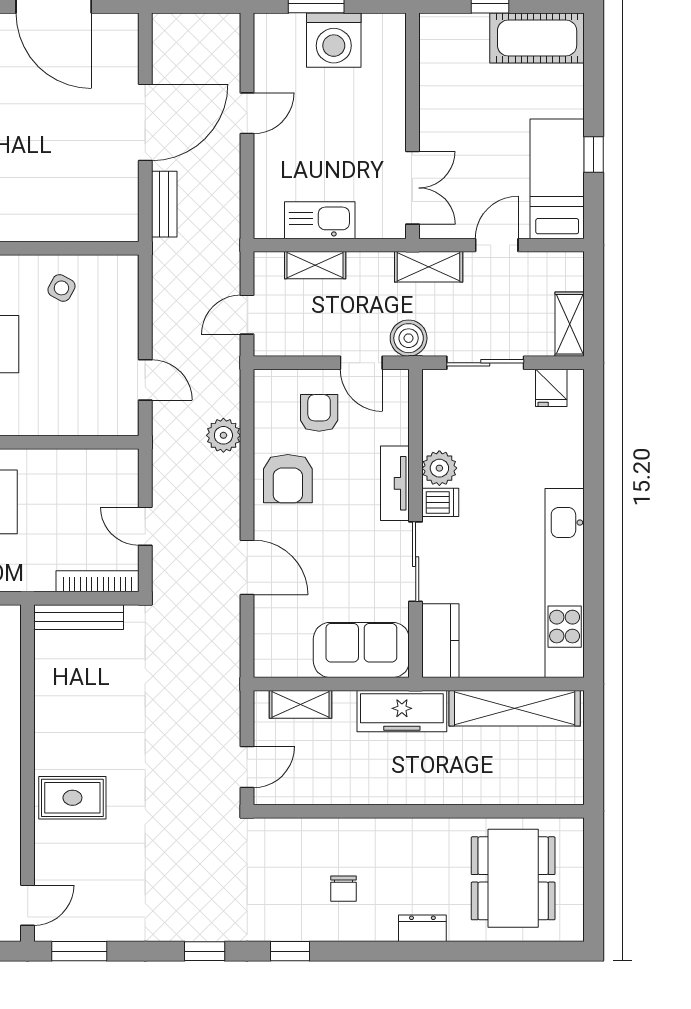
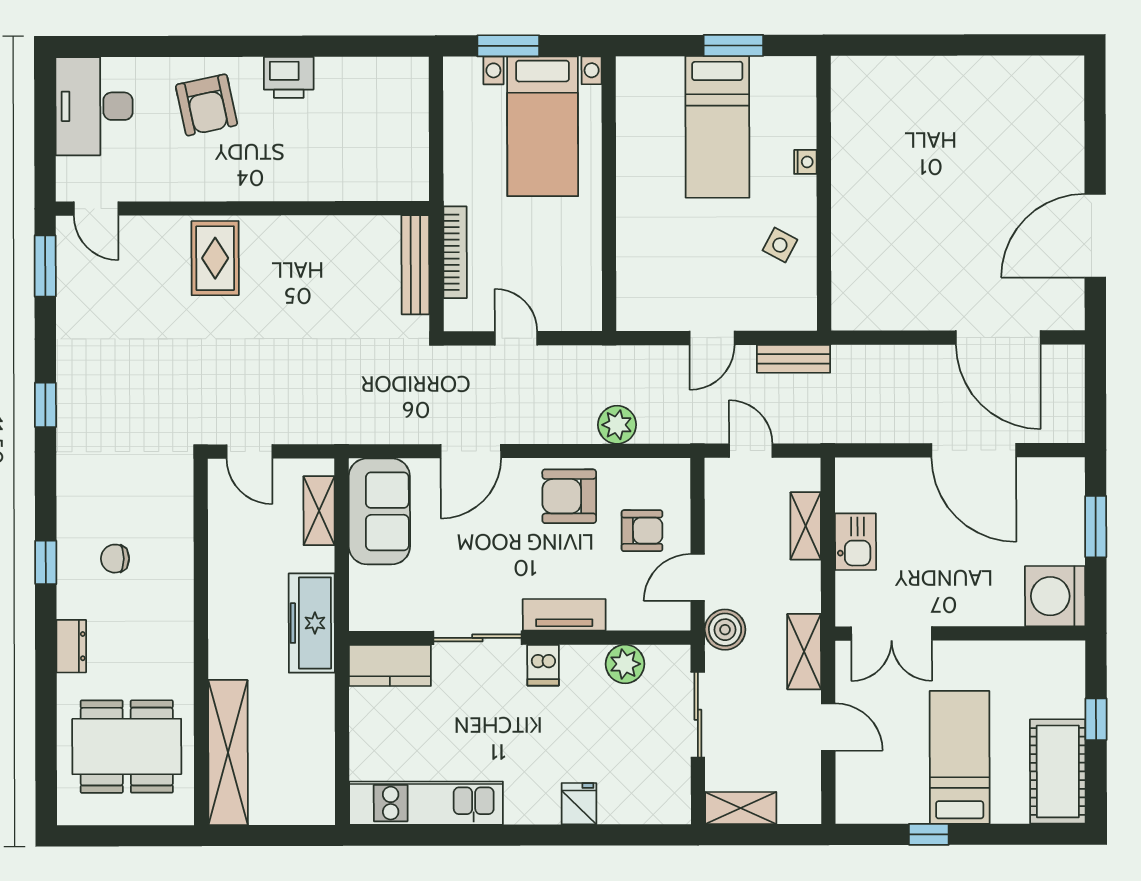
washing machine: (334, 40) -> (1055, 596), moved
door: (247, 113) -> (974, 450), width x1.87
door: (145, 122) -> (998, 337), moved
bed: (557, 179) -> (960, 757), moved, turned -90
bench: (164, 204) -> (793, 359), moved
kitchen sink: (320, 220) -> (855, 542), width x0.73
door: (145, 380) -> (712, 338), moved
fridge: (551, 388) -> (579, 804), moved, turned 90
plant: (439, 468) -> (625, 664), moved
door: (145, 526) -> (516, 338), hinge flipped
bookcase: (98, 581) -> (455, 252), moved
kitchen unit: (565, 583) -> (426, 803), width x0.73
sofa: (361, 650) -> (379, 511), moved
shelving: (515, 708) -> (228, 752), moved
window: (290, 951) -> (46, 562), moved

